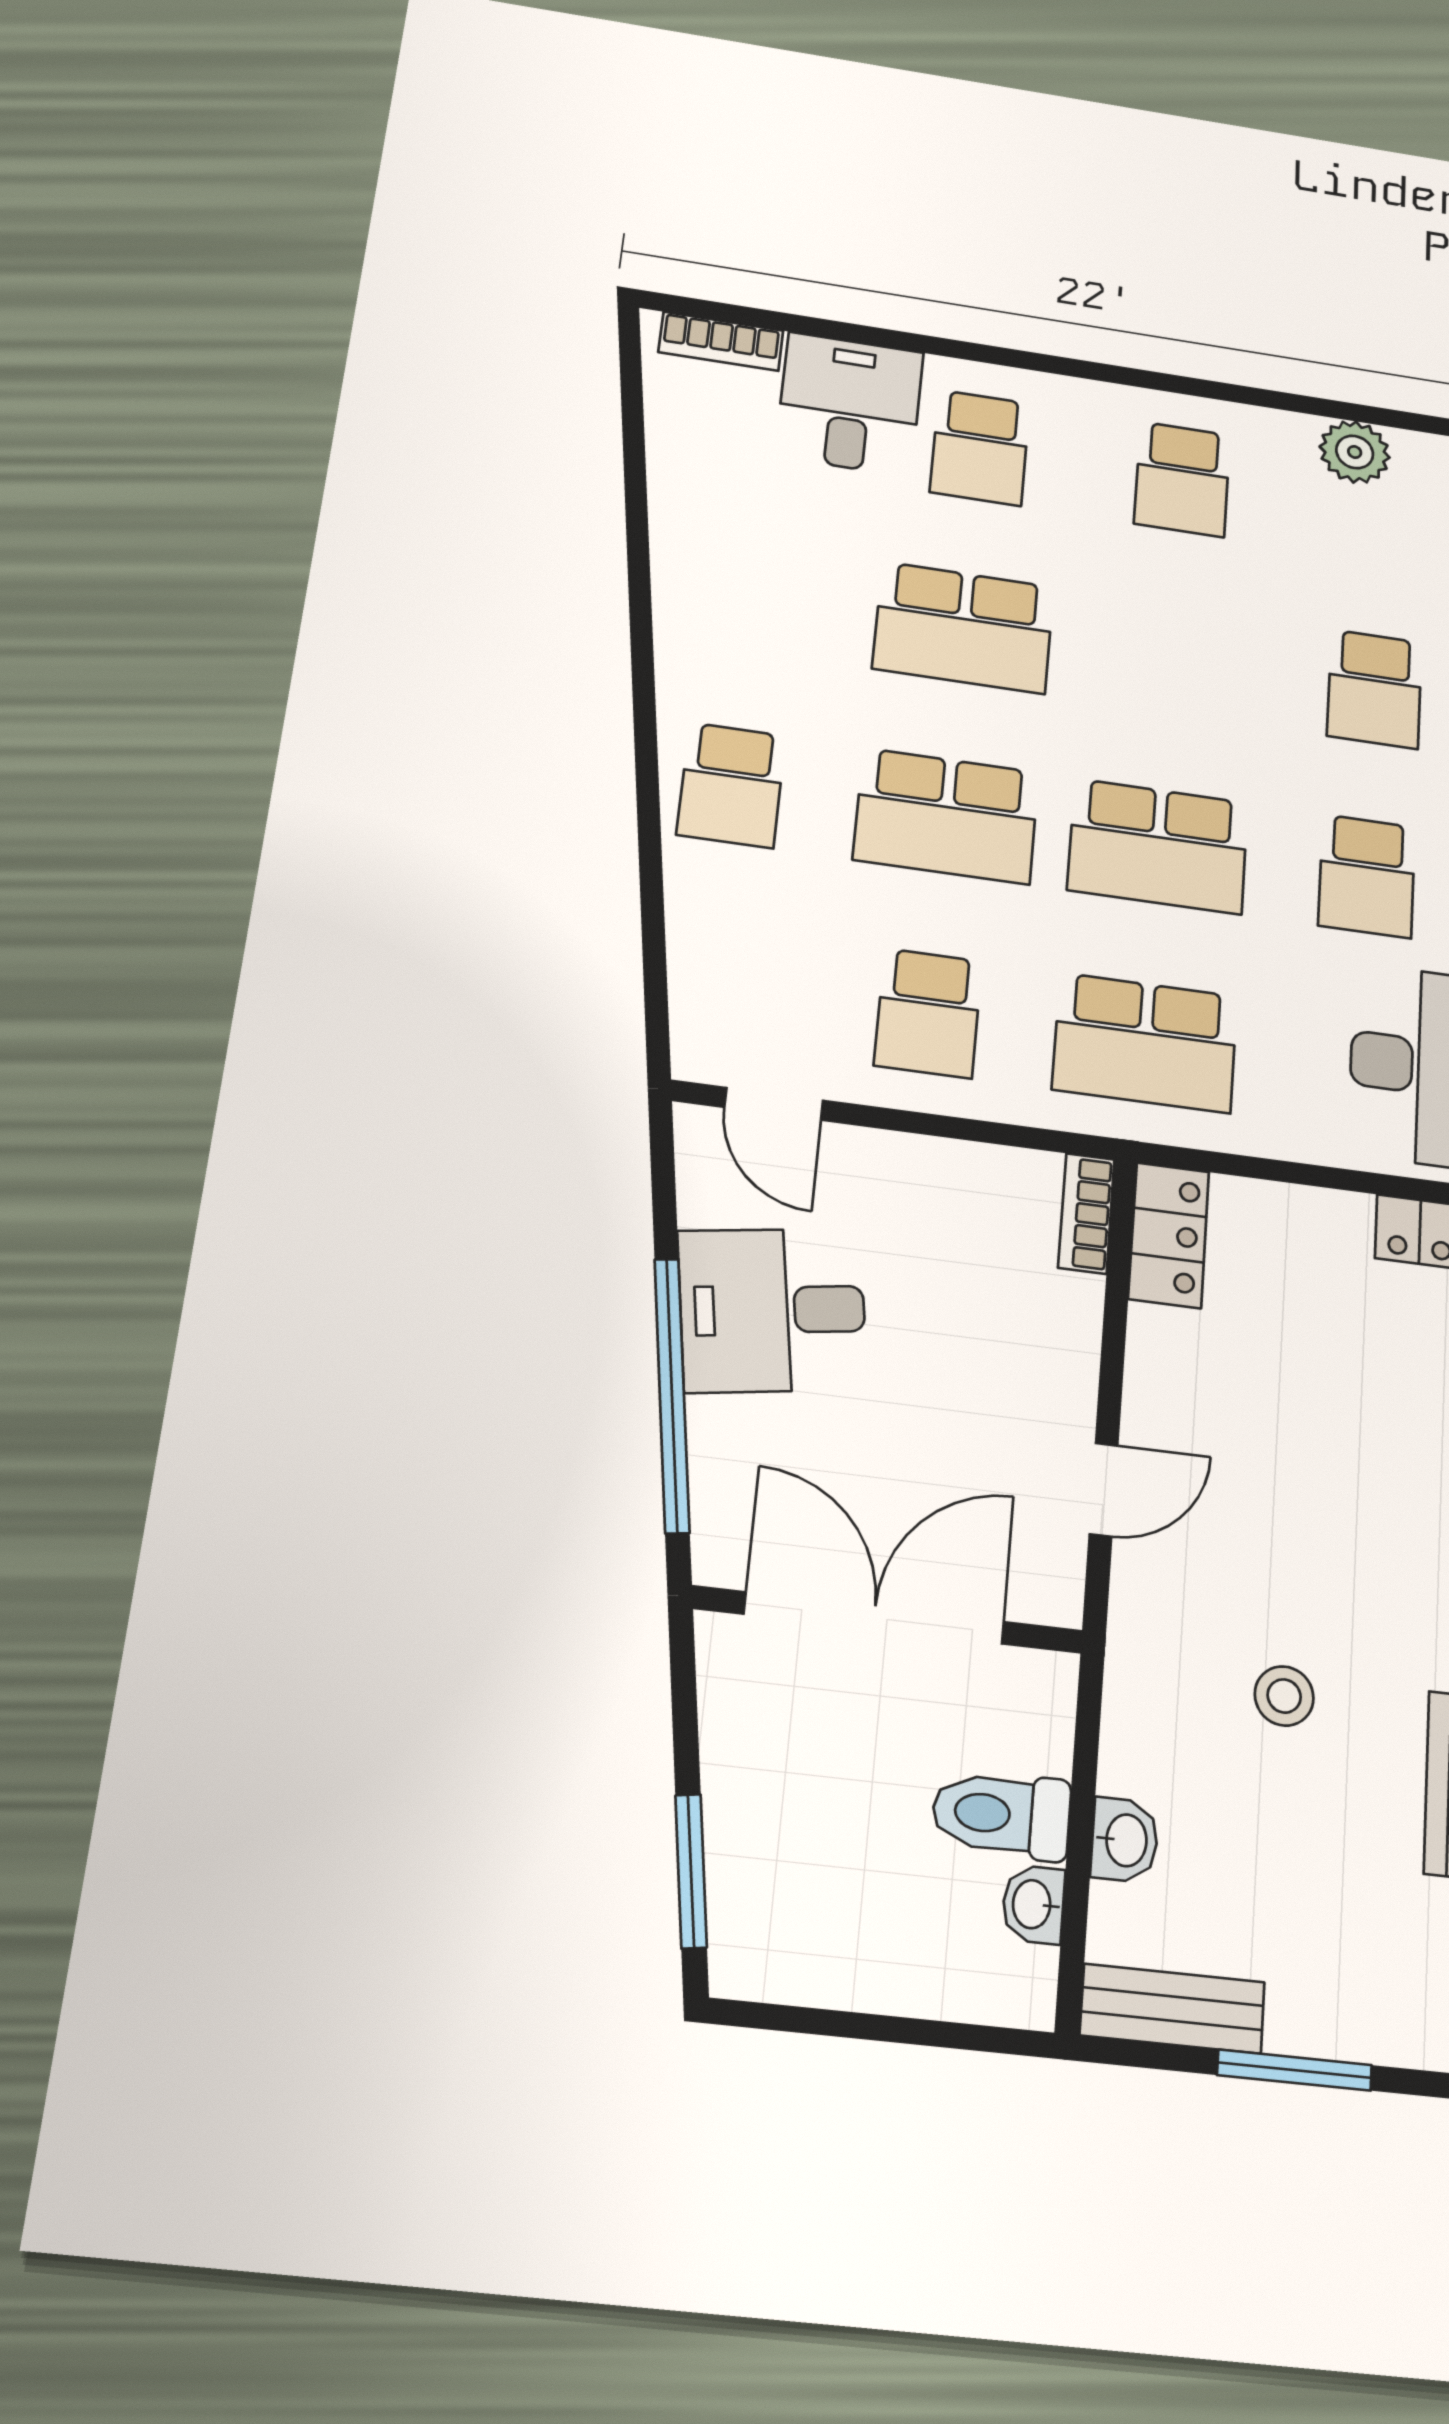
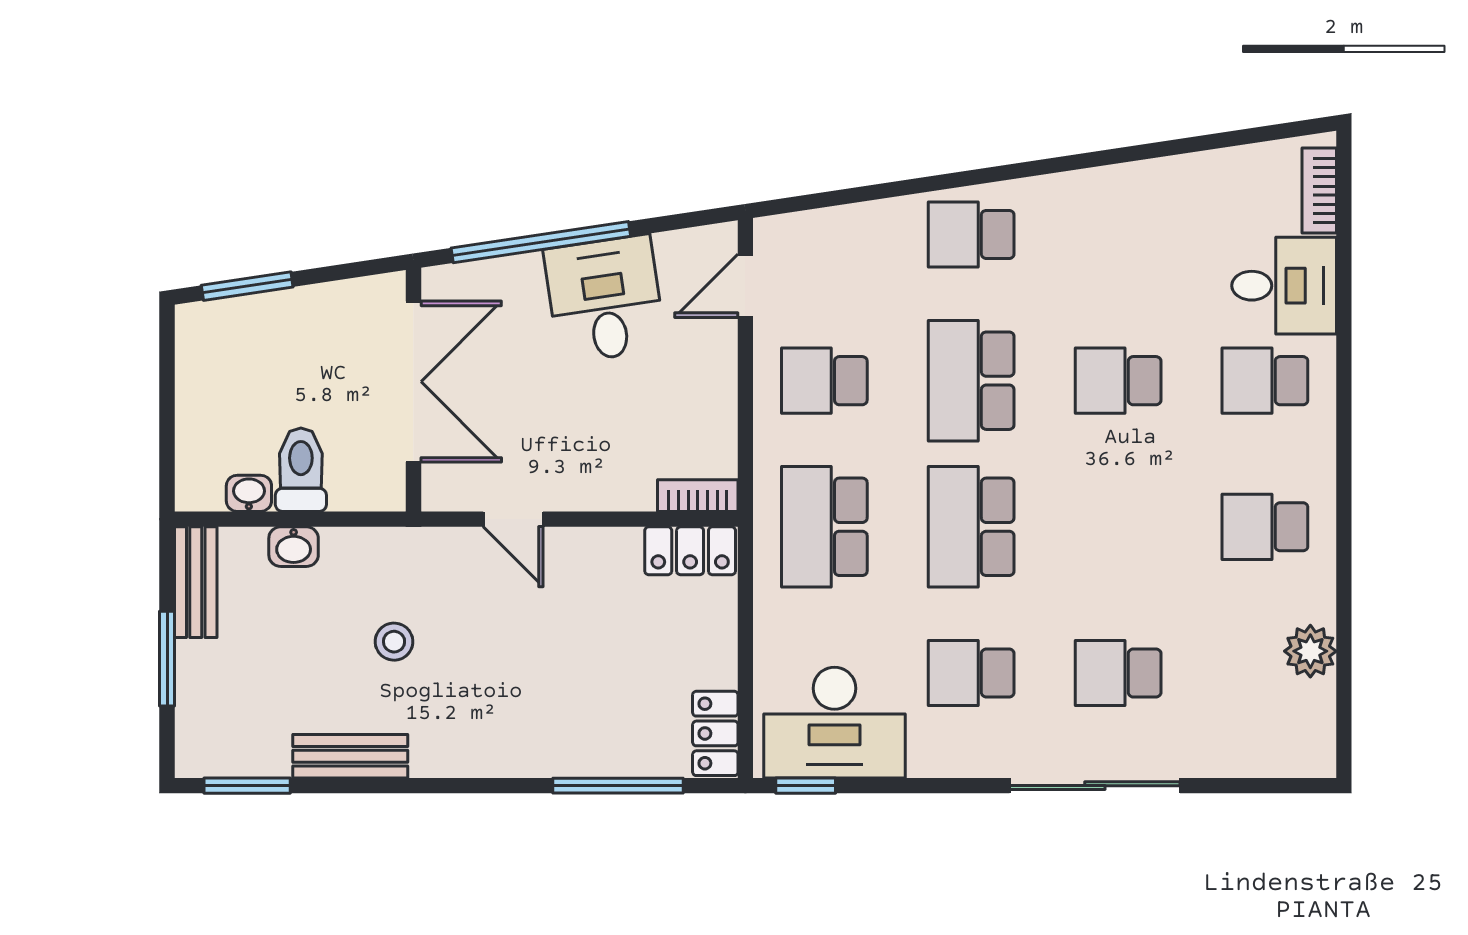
school desk: (964, 628) -> (1118, 381), width x0.54

